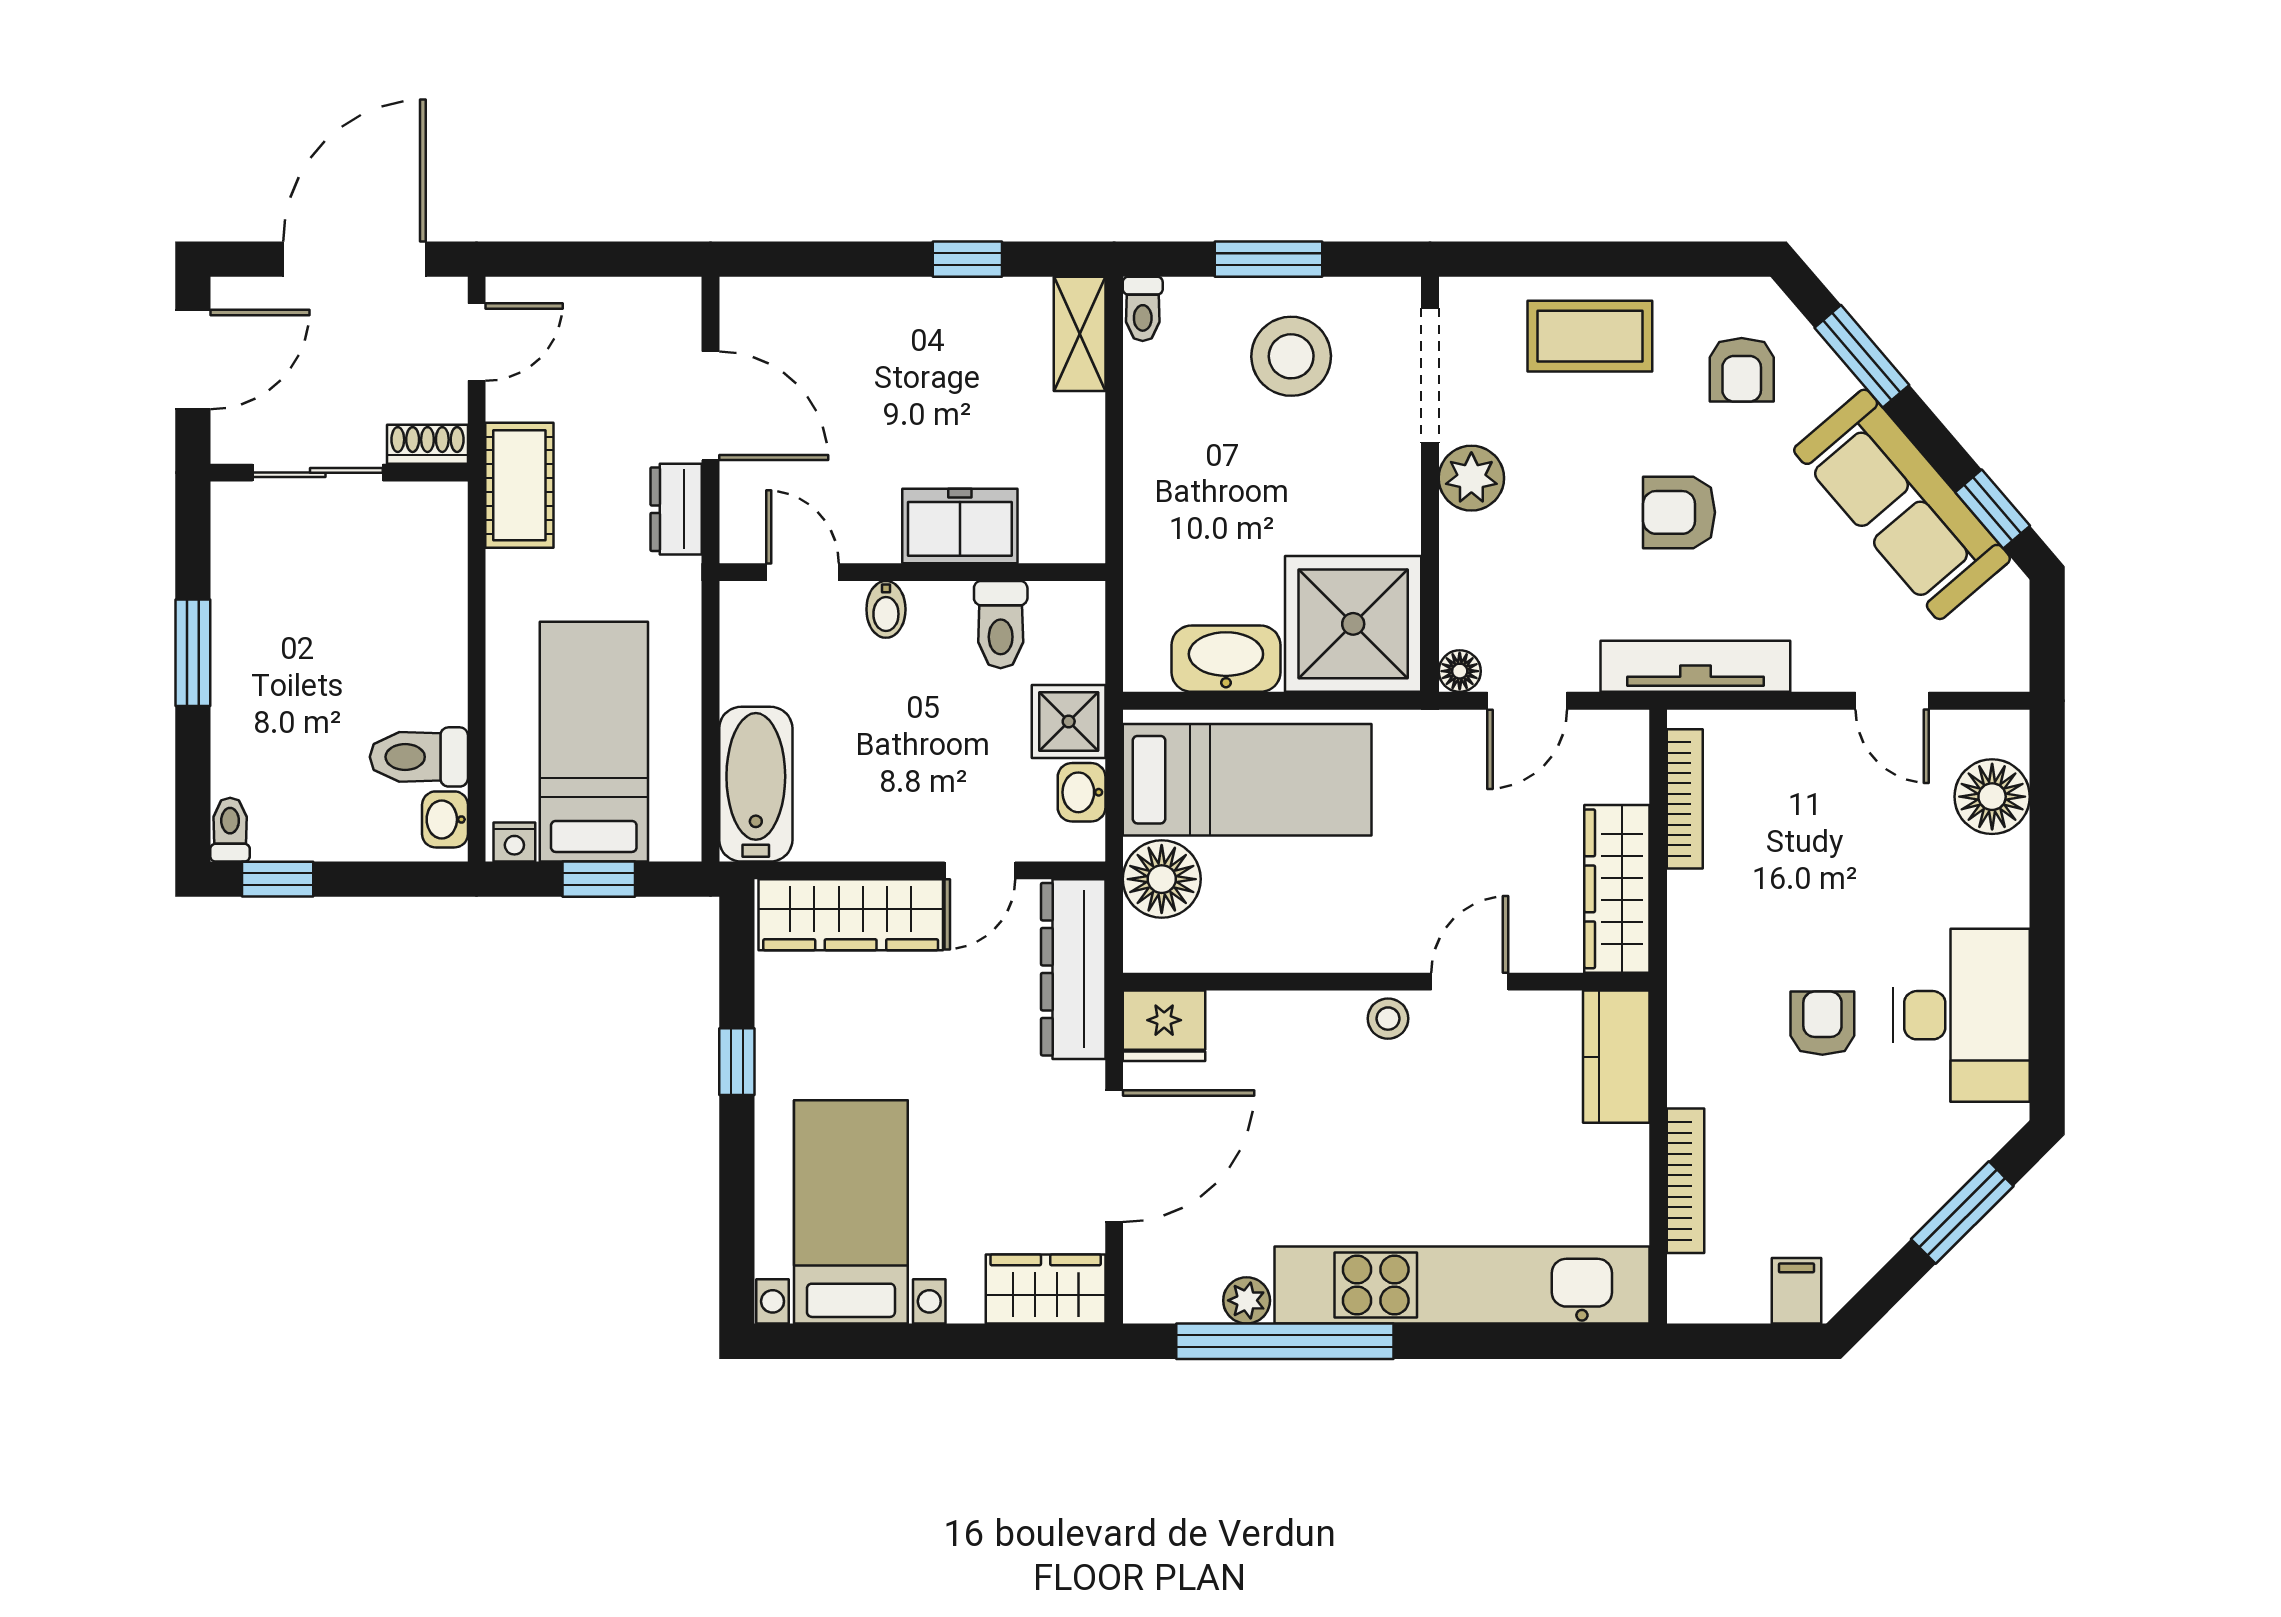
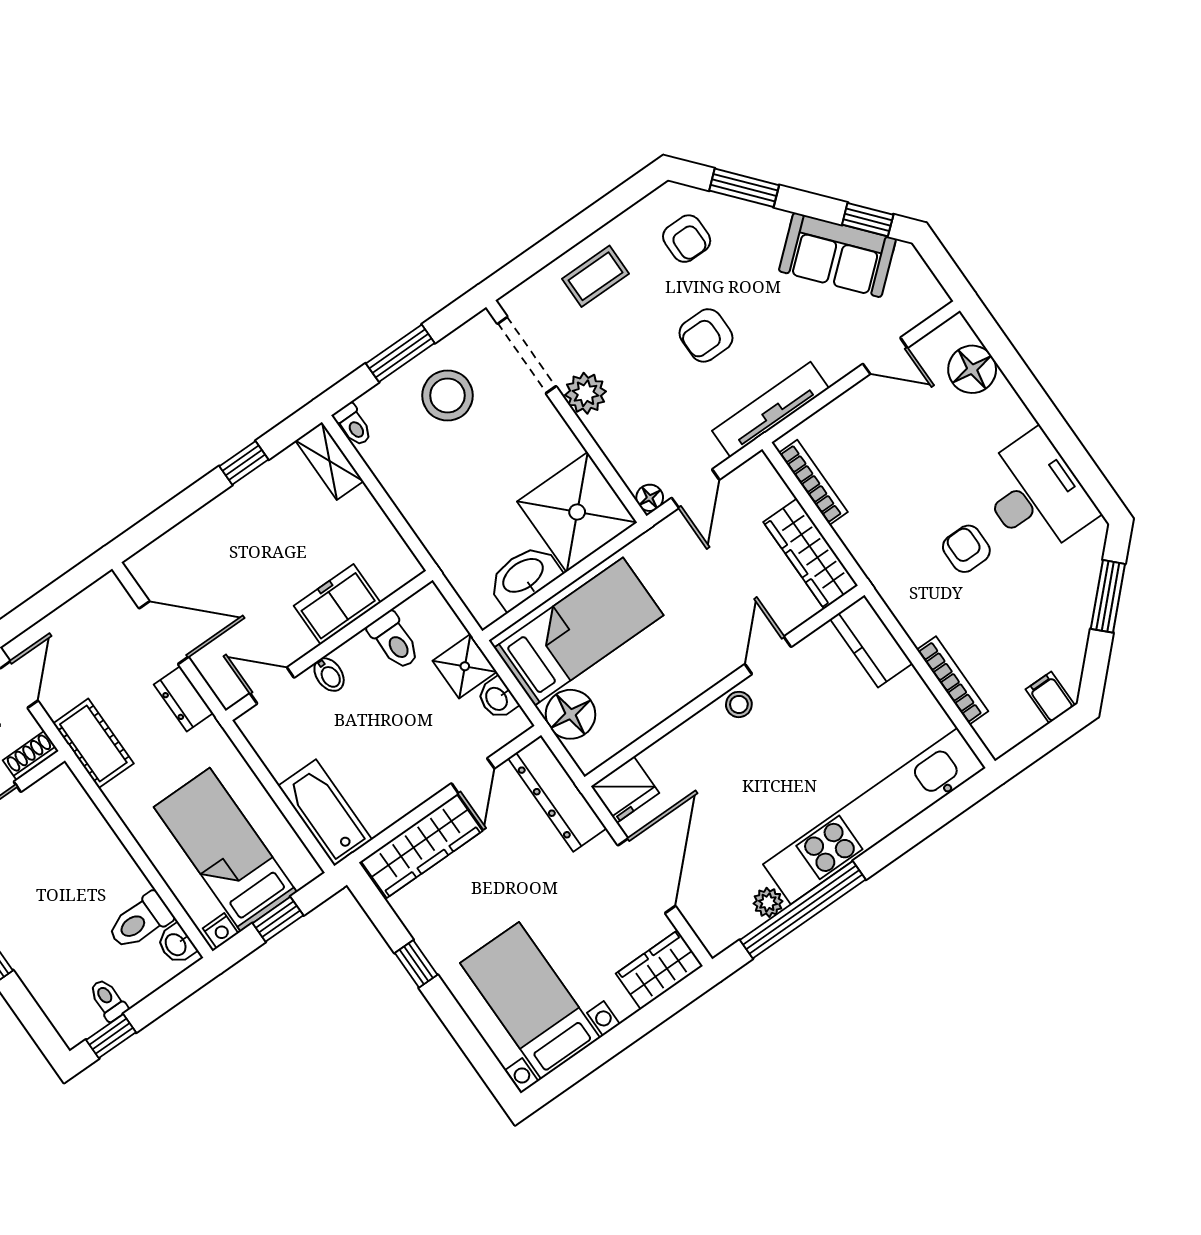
coffee table: (1590, 336) -> (595, 276), width x0.73, depth x0.77
sofa: (1902, 504) -> (837, 255), width x0.73
toilet: (230, 830) -> (108, 1000), moved

